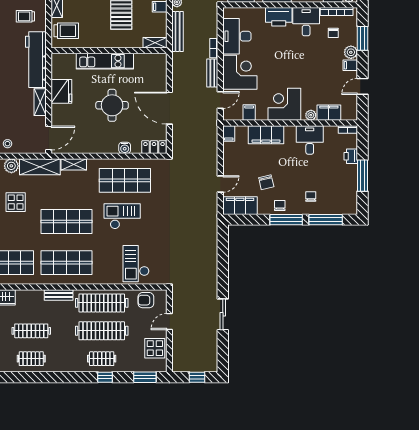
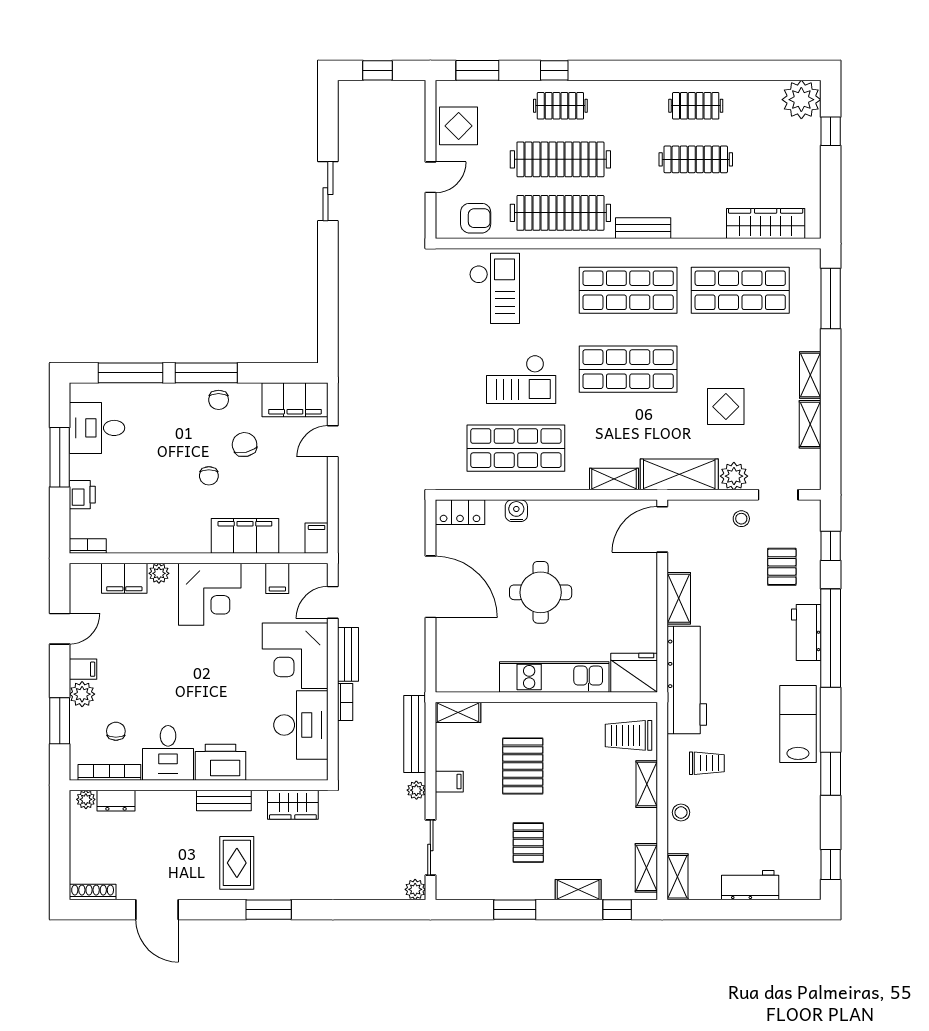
fridge: (61, 91) -> (634, 673), moved, turned 90
desk: (310, 140) -> (97, 428), moved, turned 90
chair: (311, 196) -> (209, 476), moved

